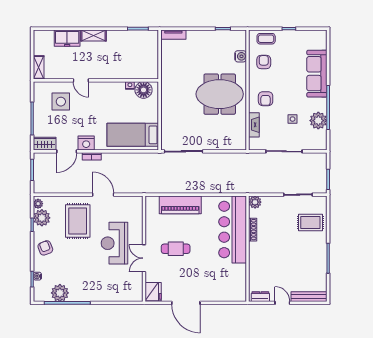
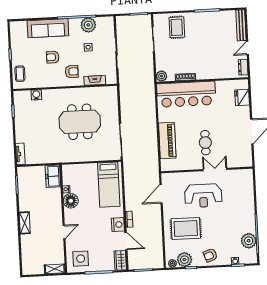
freezer: (67, 38) -> (53, 176), moved, turned 180
armchair: (264, 62) -> (53, 57), moved
floor lamp: (144, 90) -> (71, 201), moved
meeting table: (220, 94) -> (80, 122), moved, turned 90
side table: (61, 102) -> (81, 259), moved
door: (103, 195) -> (161, 194), moved
double door: (144, 258) -> (215, 169), swing flipped
fridge: (153, 292) -> (242, 97), moved, turned -90

